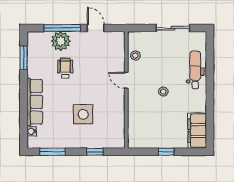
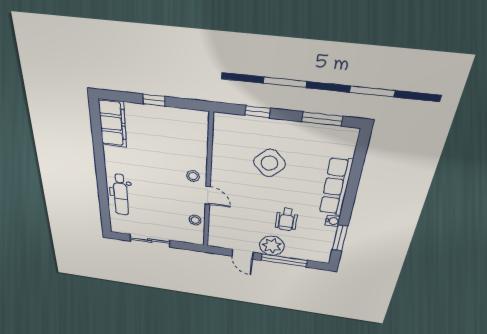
plant: (61, 41) -> (272, 246), moved
stool: (163, 92) -> (193, 176), moved
side table: (83, 114) -> (269, 163), turned 45
water cooler: (32, 131) -> (333, 221), moved

